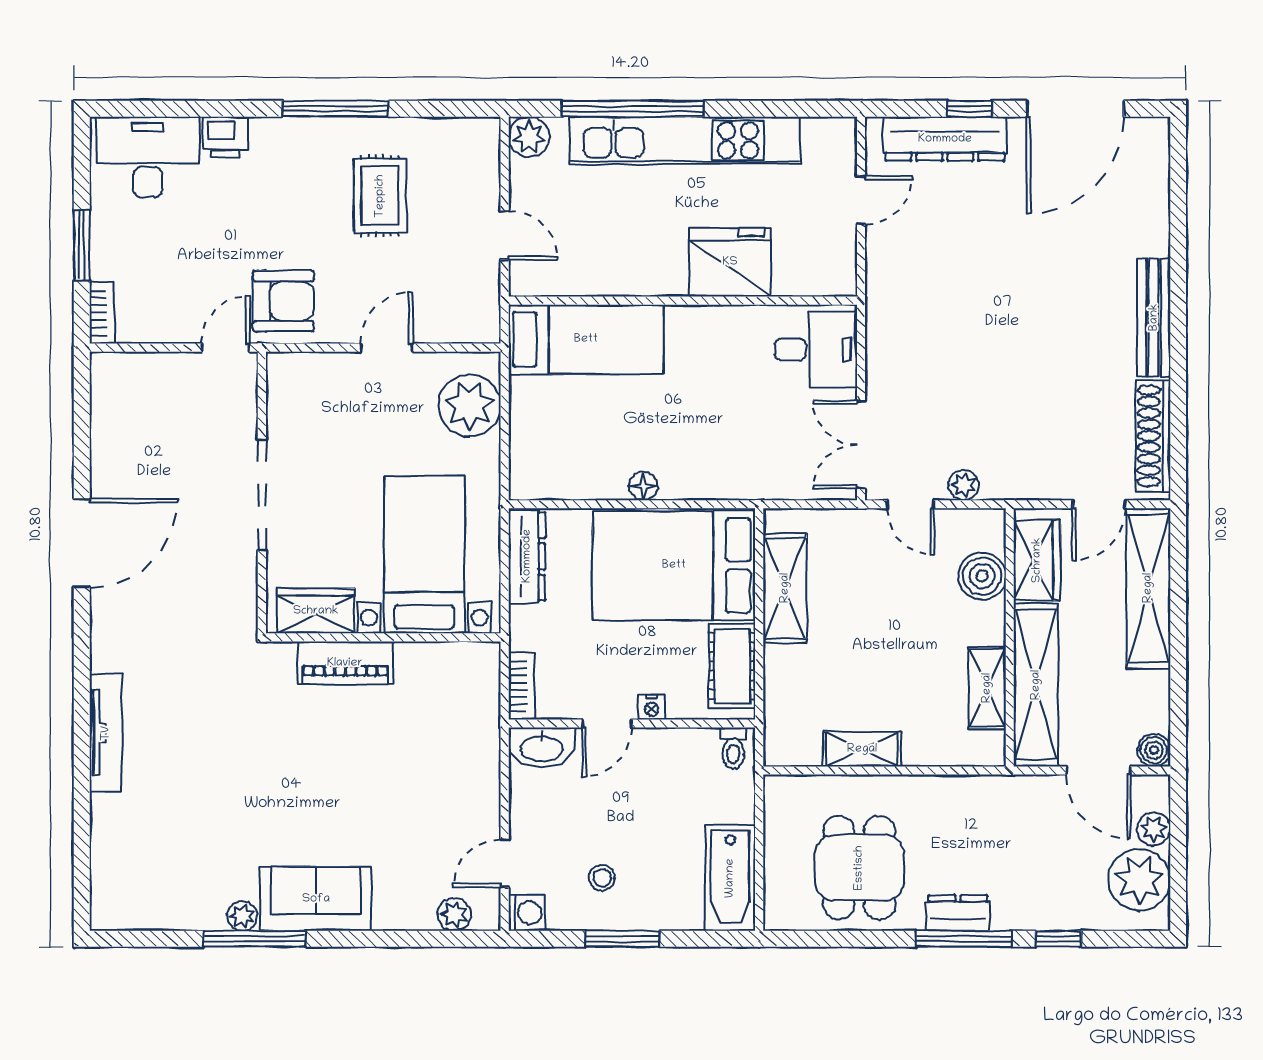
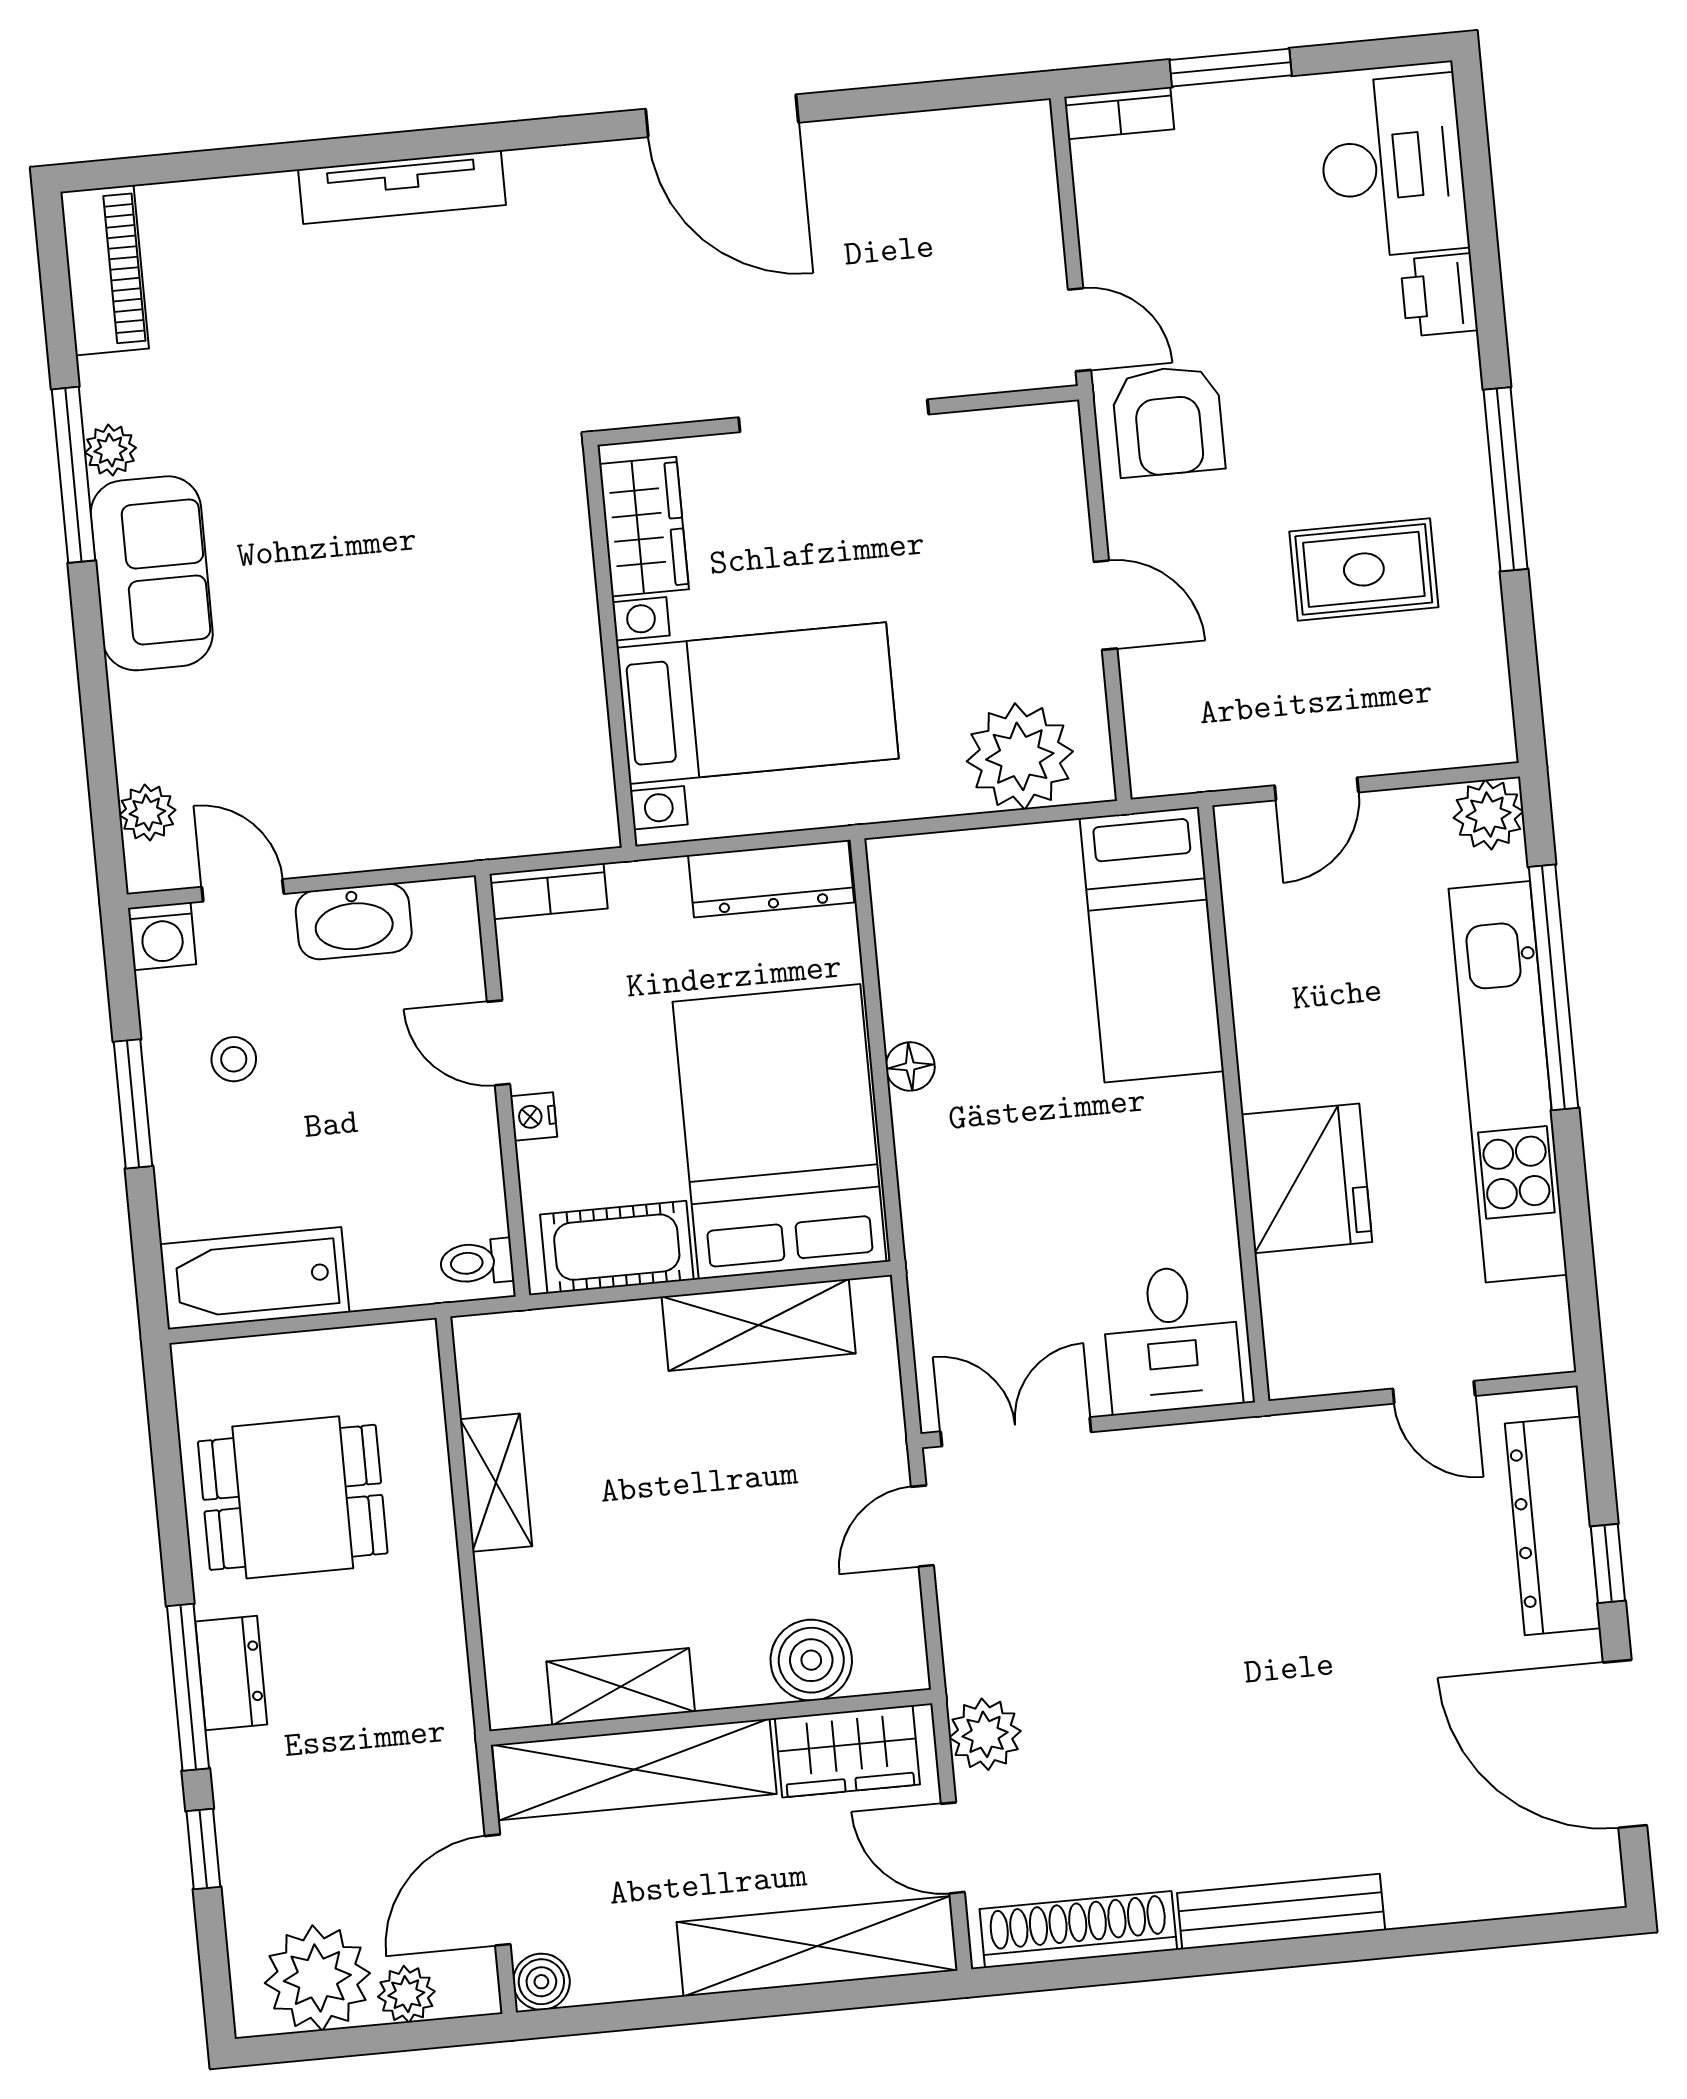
plant: (964, 485) -> (985, 1734), moved, width x1.38, depth x1.38
piano: (345, 663) -> (105, 270), moved, turned 180
washbasin: (542, 748) -> (354, 921), moved, turned -90

